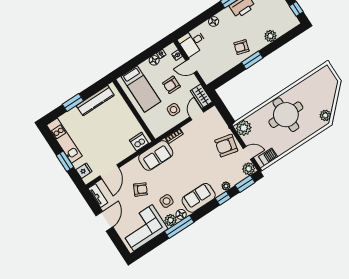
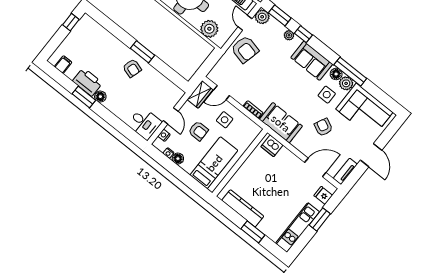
floor lamp: (214, 21) -> (100, 97), moved
plant: (270, 36) -> (110, 41), removed
plant: (244, 128) -> (209, 29), moved
door: (104, 221) -> (371, 155), swing flipped

